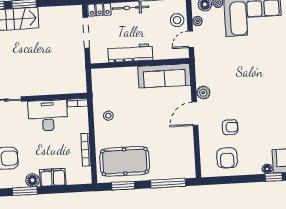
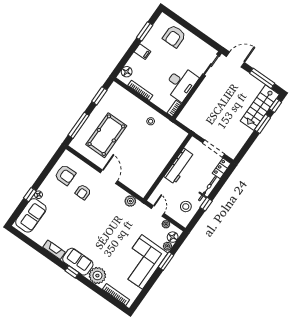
stool: (177, 20) -> (186, 207), moved
sofa: (164, 76) -> (148, 176), removed
plant: (203, 93) -> (130, 201), moved
armchair: (227, 158) -> (65, 175), turned 180
pool table: (125, 161) -> (106, 135), moved
filing cabinet: (53, 177) -> (142, 52), width x0.50
floor lamp: (32, 180) -> (127, 72), moved

